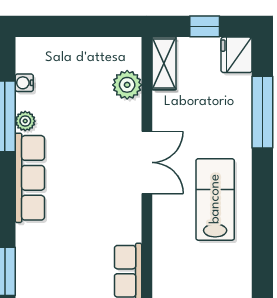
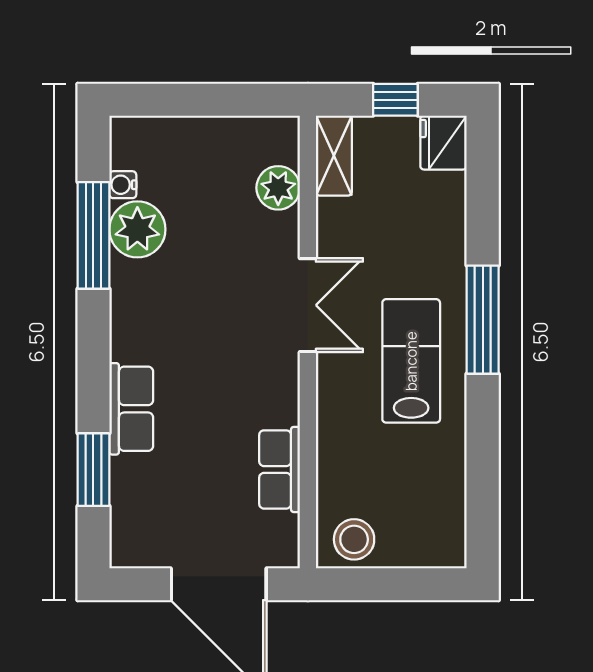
window: (262, 112) -> (483, 320), moved
plant: (25, 121) -> (137, 229), width x1.87, depth x1.87
row of seats: (30, 178) -> (131, 409), moved, width x0.68

